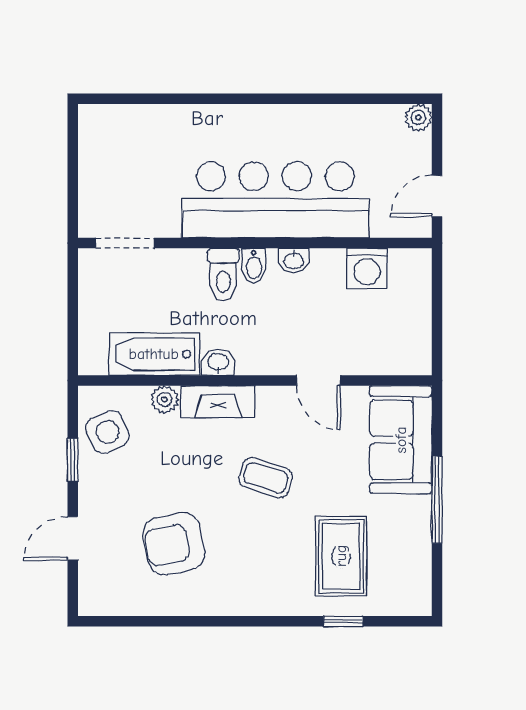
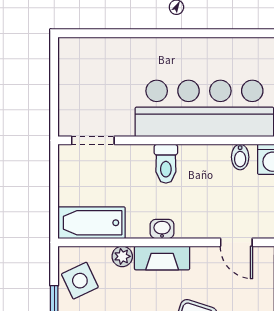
washbasin: (294, 261) -> (218, 153), removed
bidet: (254, 265) -> (240, 157), moved
bathtub: (154, 354) -> (92, 223), moved

